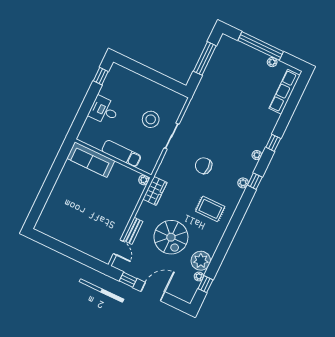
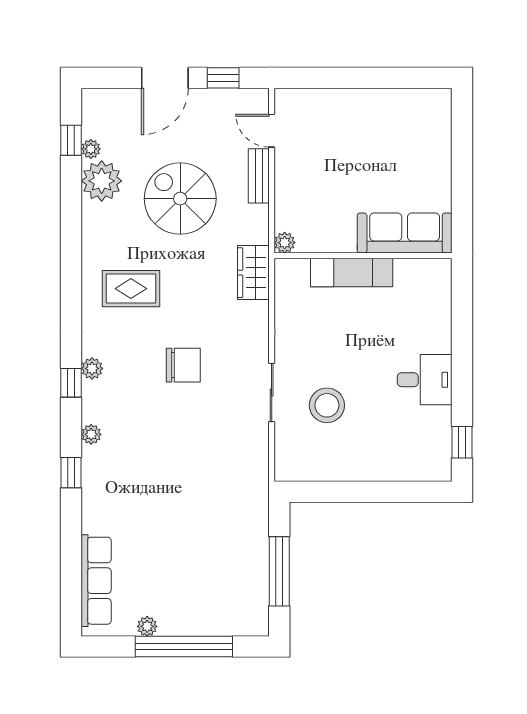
exam couch: (121, 154) -> (352, 273), moved
wall: (113, 158) -> (363, 256), moved
sofa: (91, 160) -> (405, 233), moved
plant: (144, 180) -> (285, 243), moved

